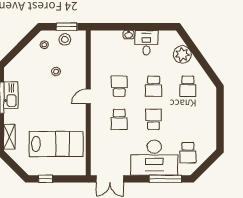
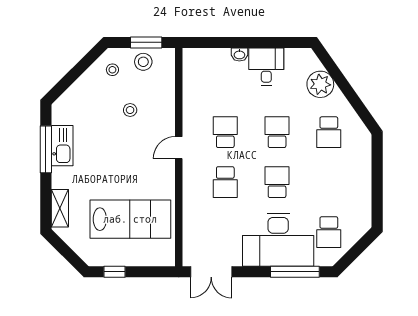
school desk: (154, 86) -> (277, 132), turned 180

